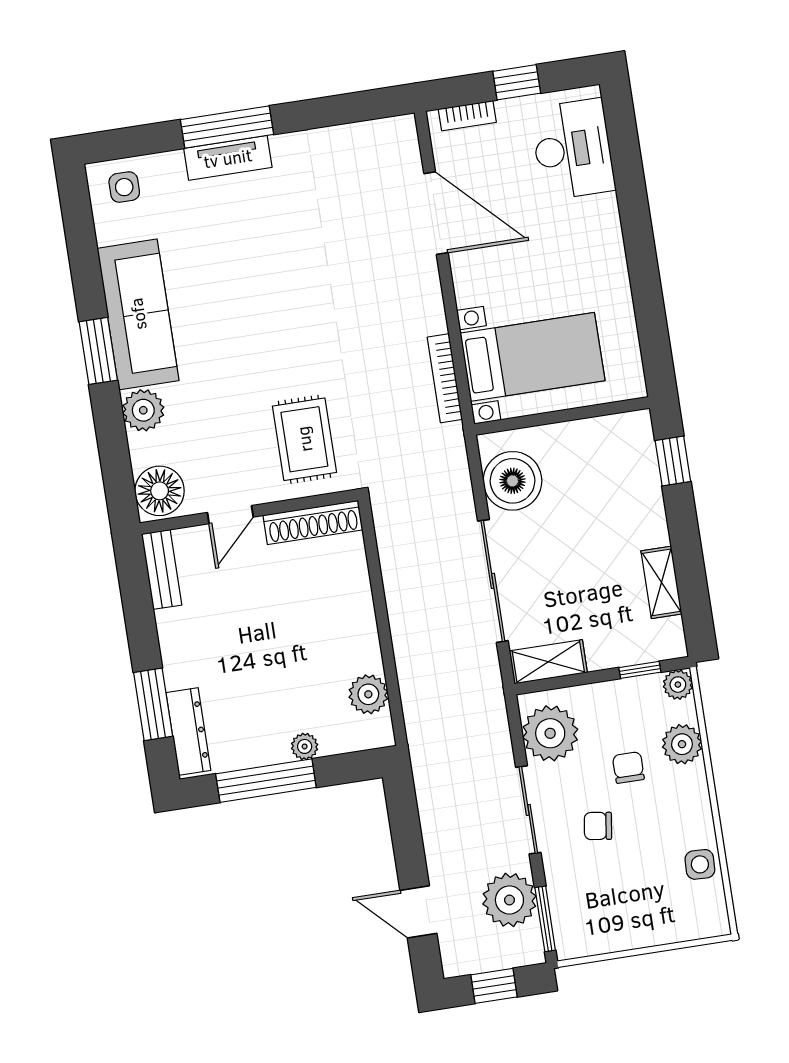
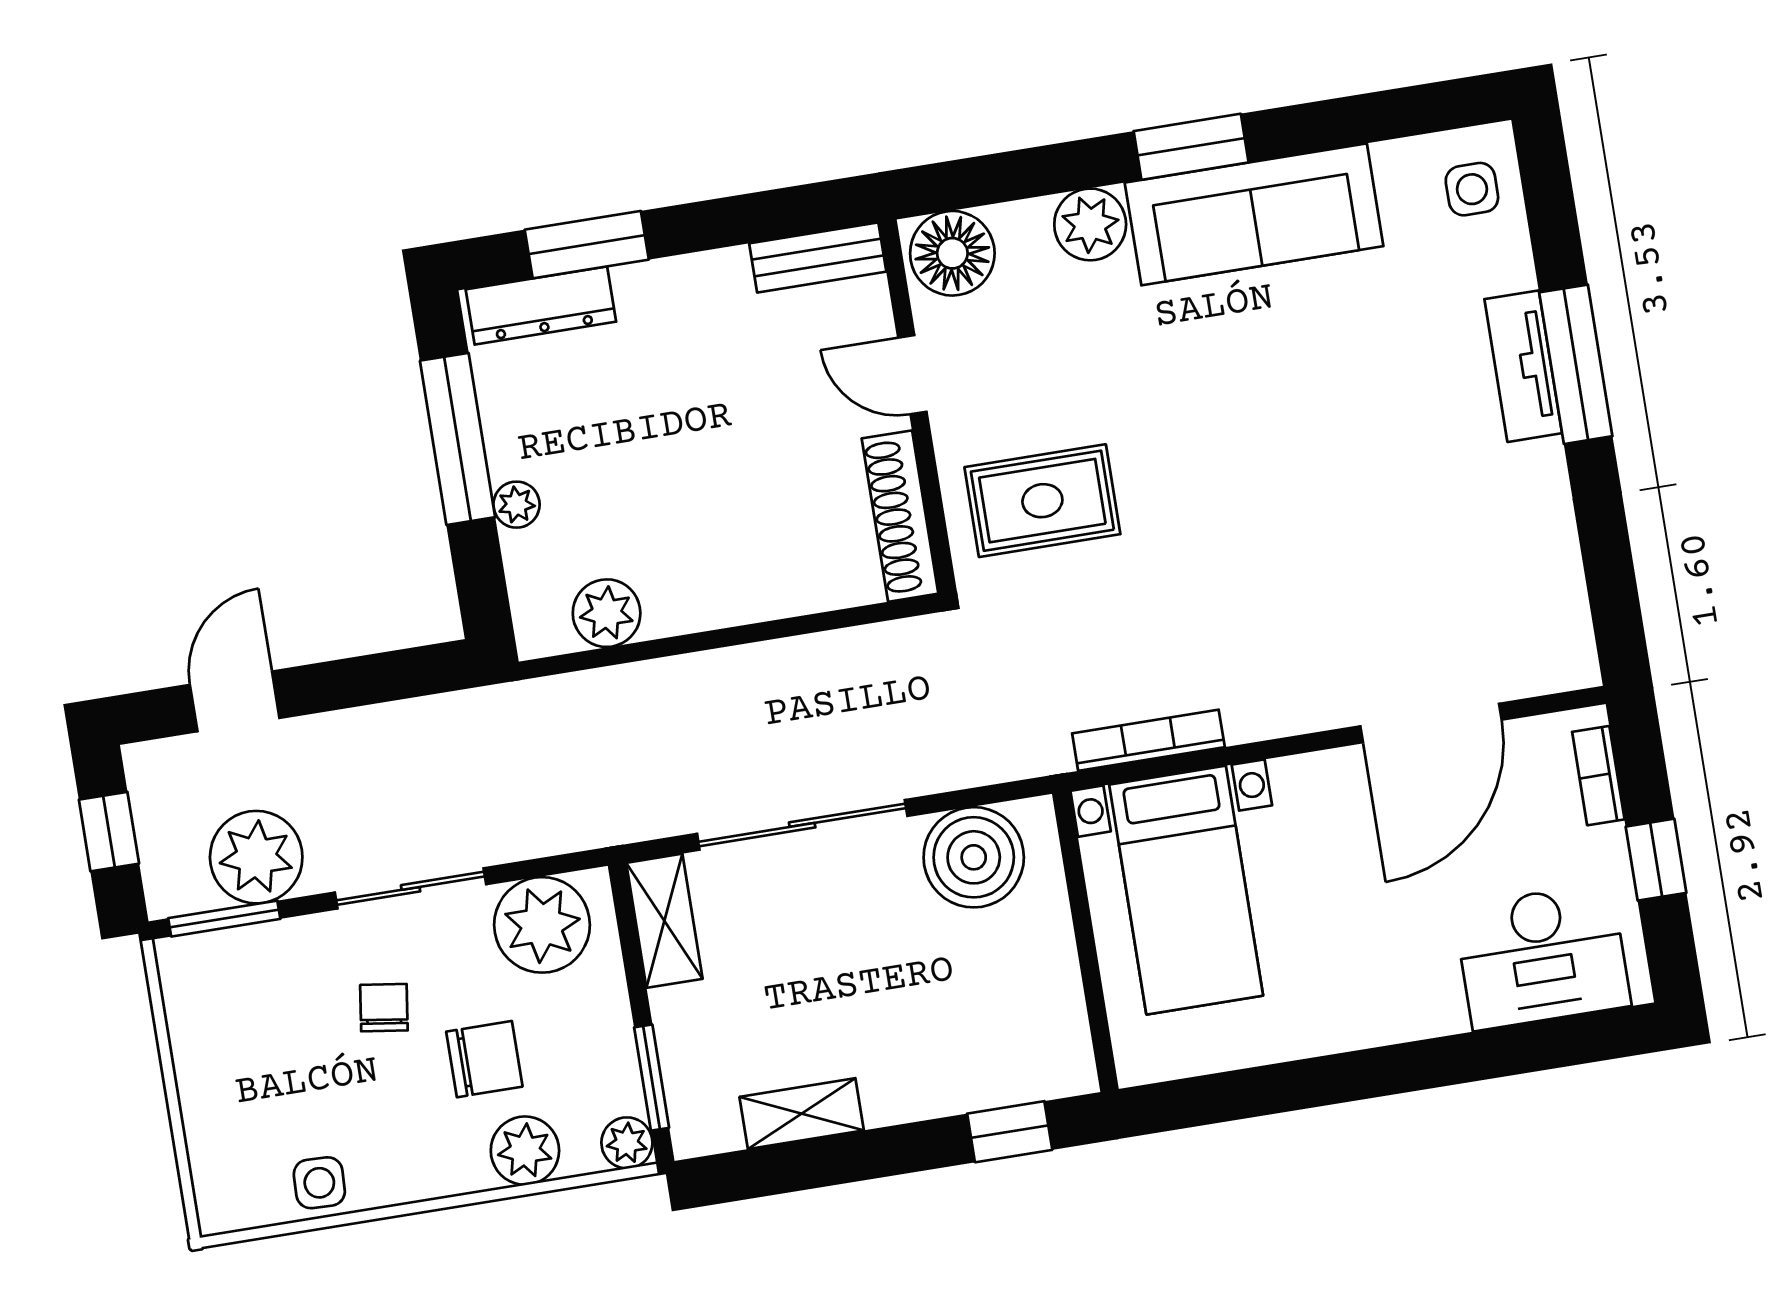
window: (640, 670) -> (652, 1078), width x1.50
chair: (628, 768) -> (484, 1059), width x1.37, depth x1.37

